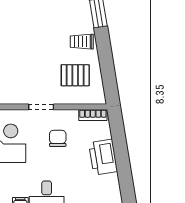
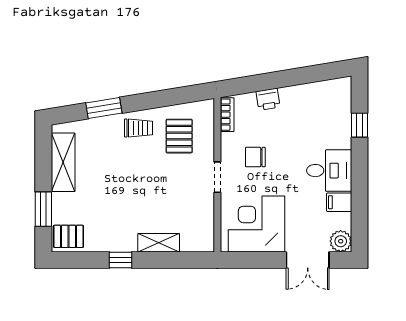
trolley: (82, 42) -> (138, 128), turned -90
printer: (103, 157) -> (268, 99), width x0.53, depth x0.68

